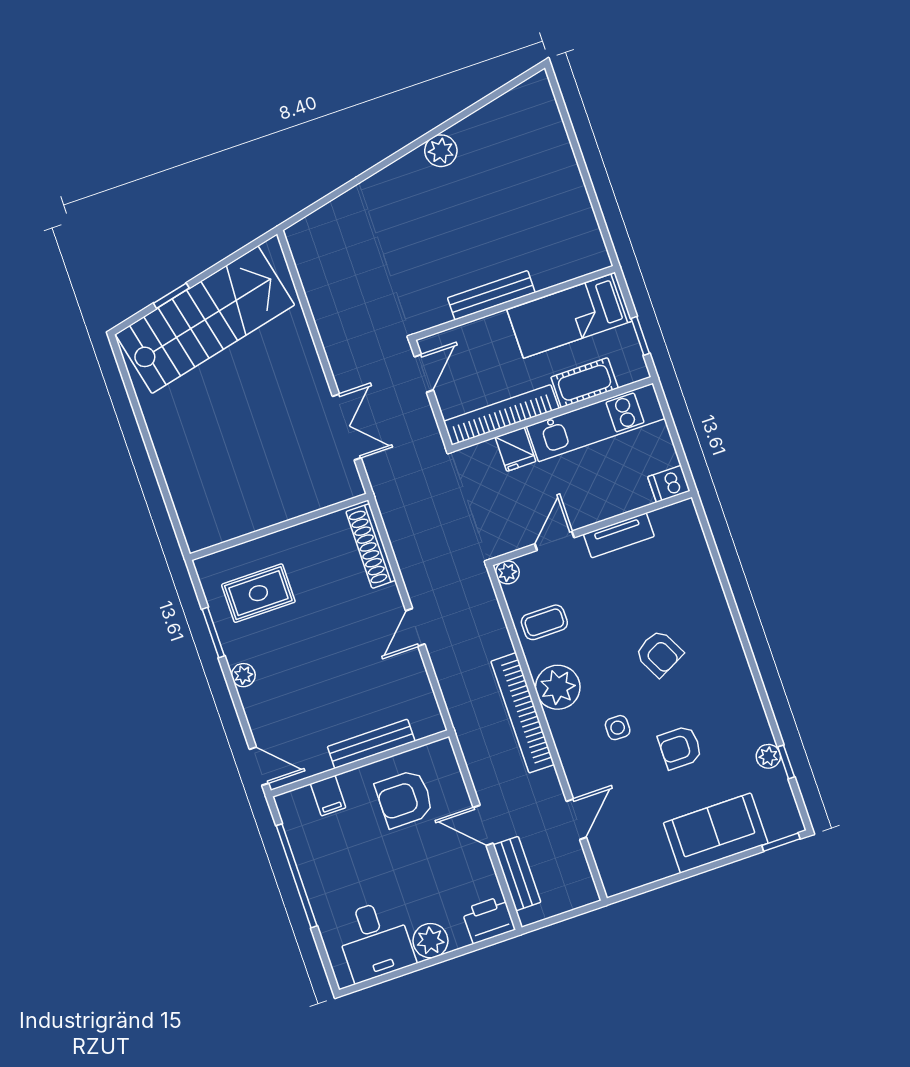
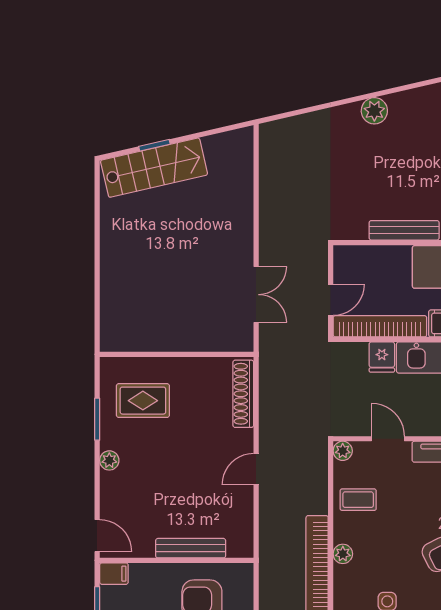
plant: (441, 151) -> (374, 111), moved
stairs: (205, 320) -> (154, 168), width x0.73, depth x0.66
door: (424, 373) -> (331, 300), moved
door: (555, 541) -> (388, 439), hinge flipped
plant: (558, 687) -> (343, 554), width x0.53, depth x0.53
filing cabinet: (328, 796) -> (114, 574), moved, turned -90

